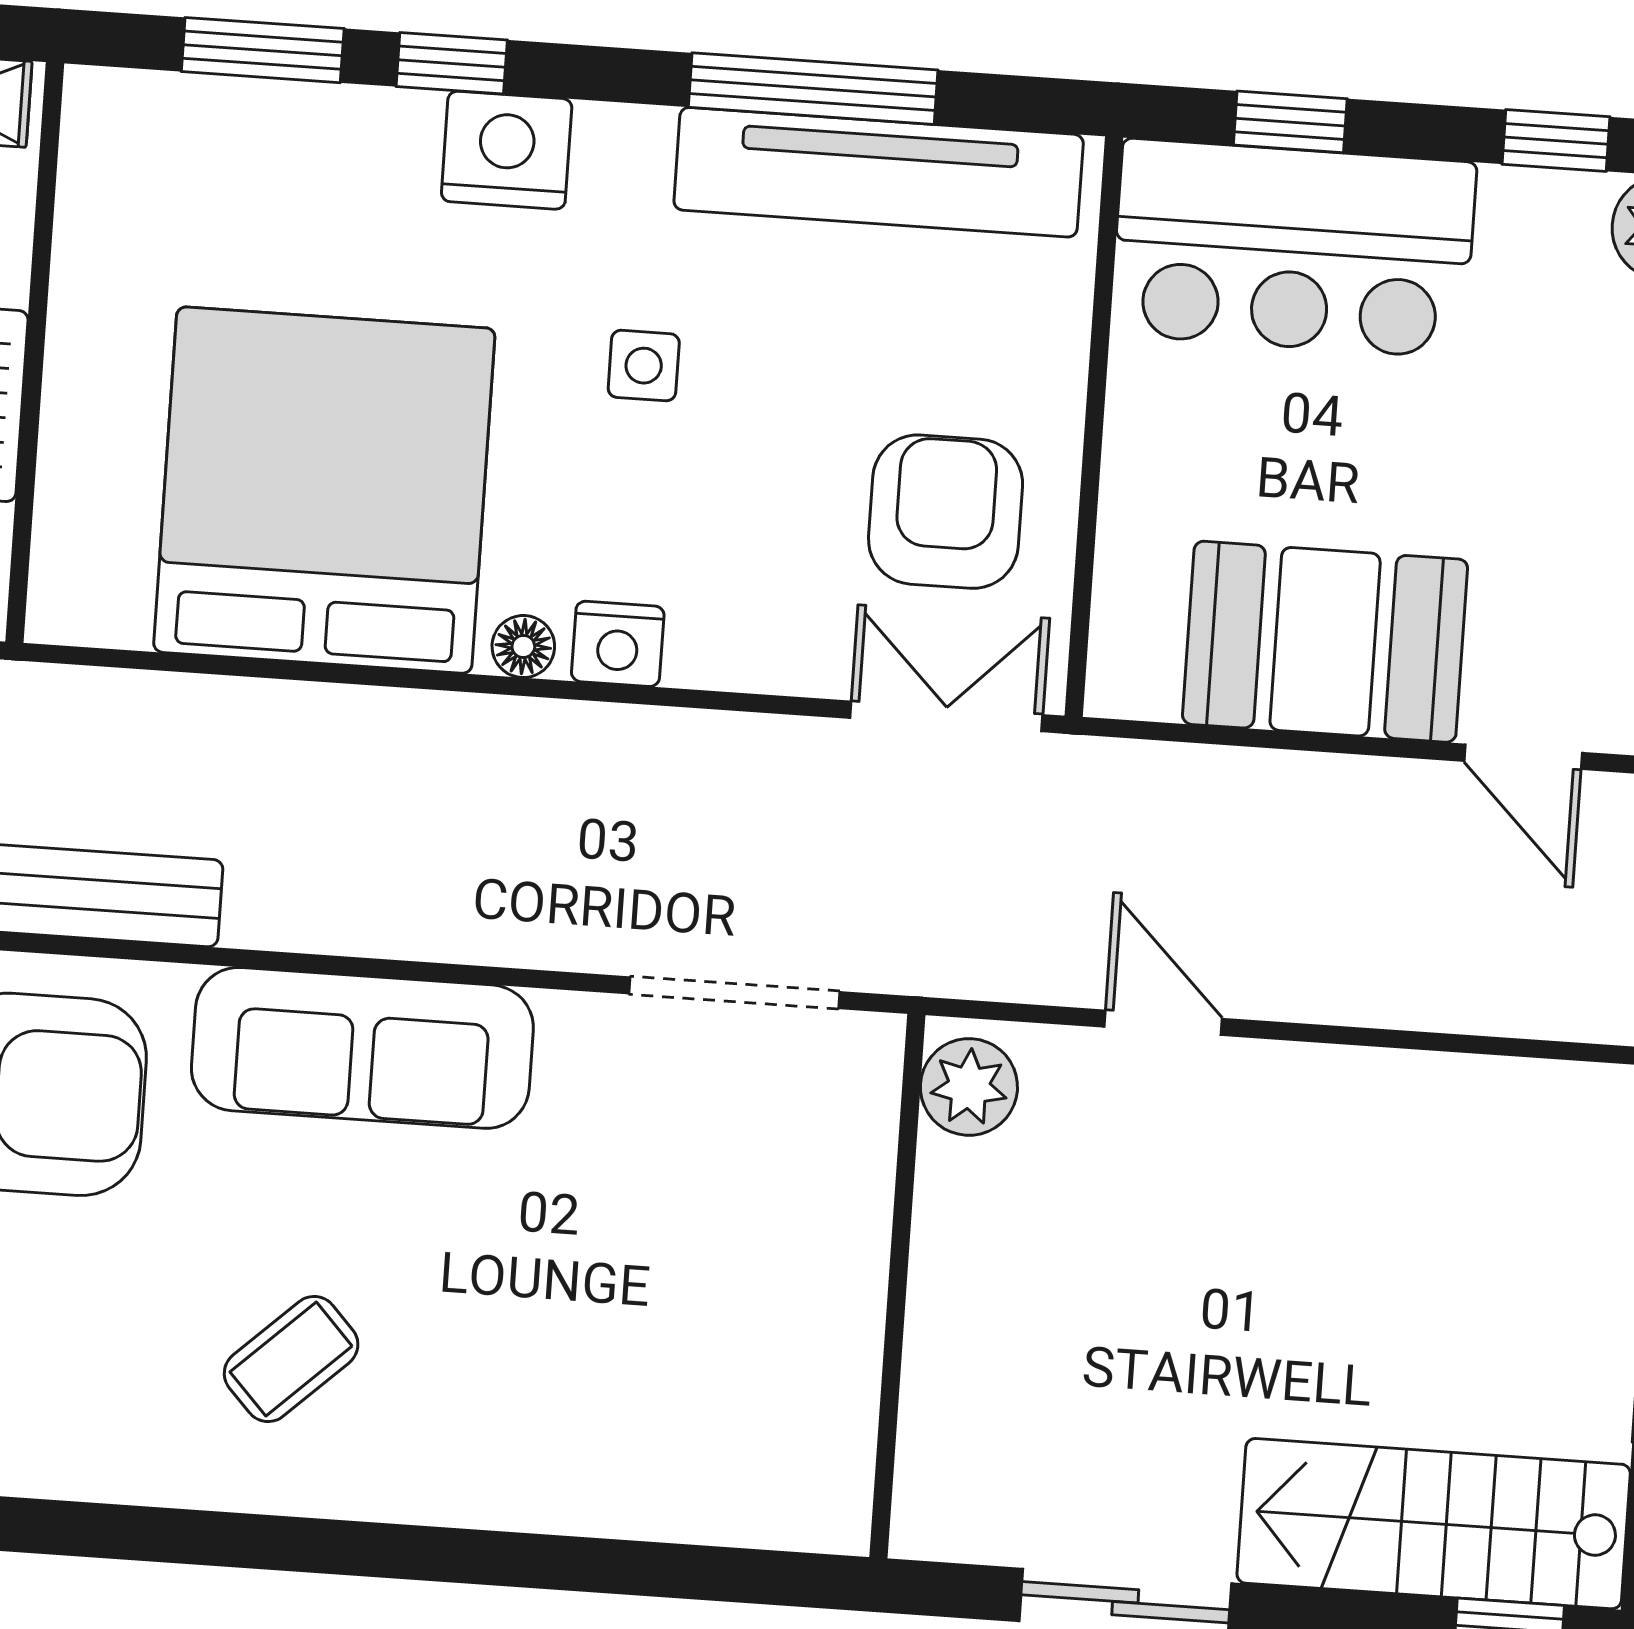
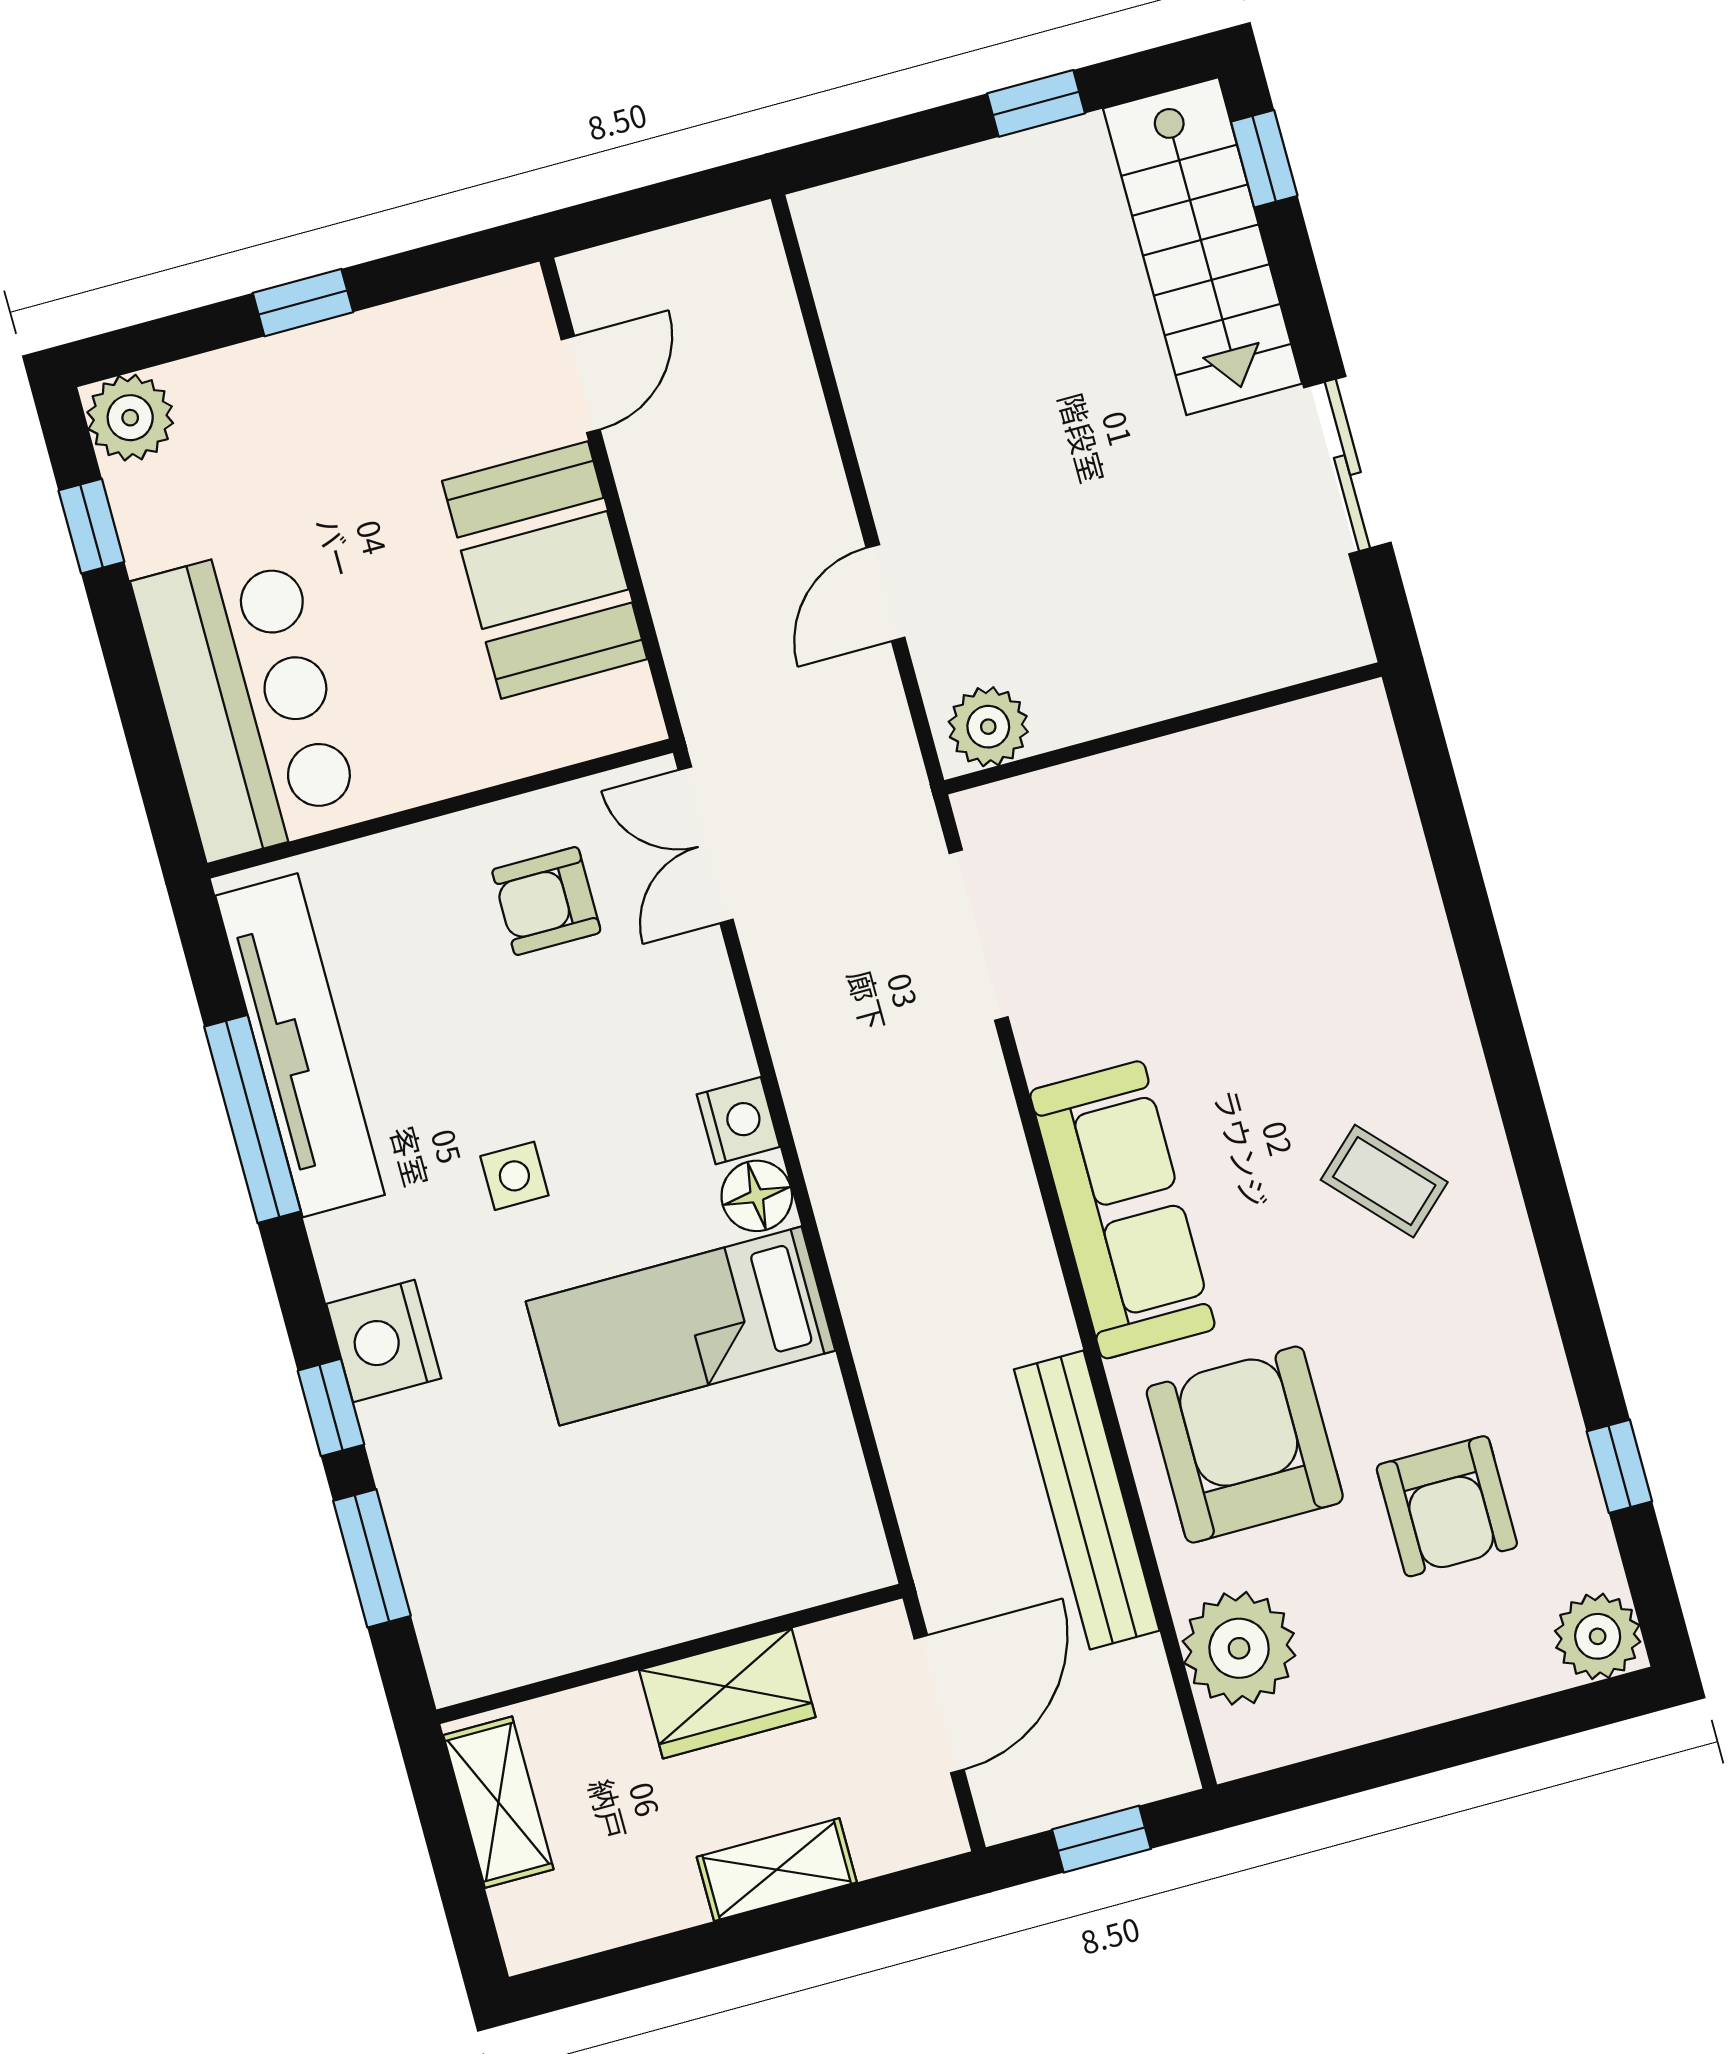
window: (1290, 122) -> (149, 738), removed
bed: (324, 490) -> (681, 1326), width x0.49
armchair: (946, 512) -> (546, 901), width x0.72, depth x0.72
floor lamp: (523, 647) -> (757, 1196), width x1.37, depth x1.37

